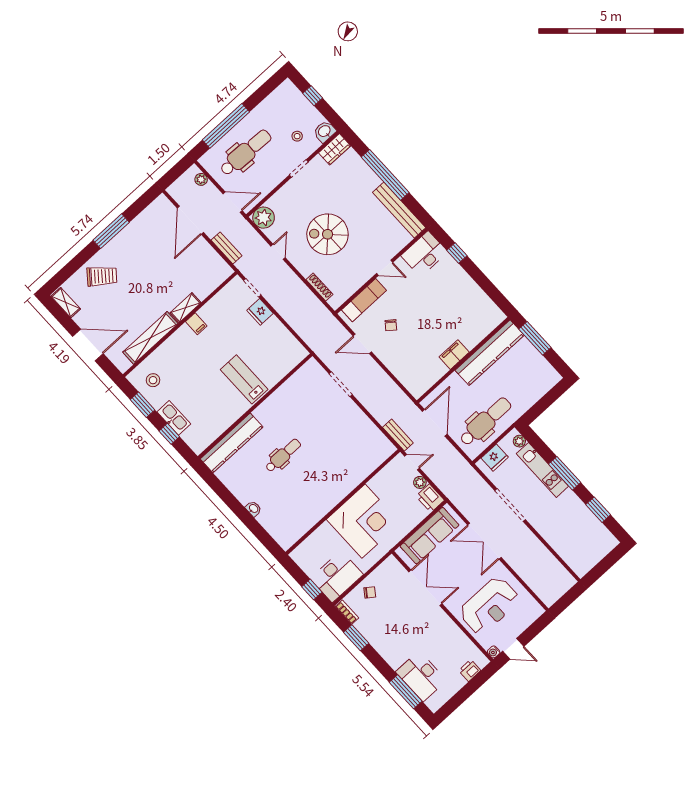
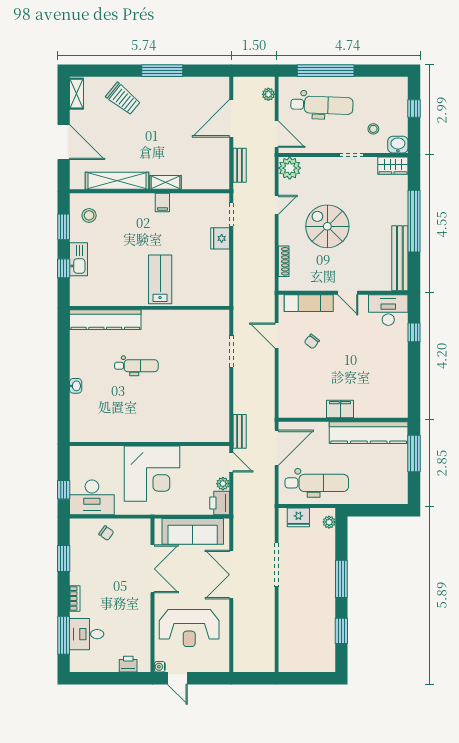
kitchen unit: (542, 470) -> (327, 561), removed
bookcase: (347, 612) -> (75, 598), moved
desk: (421, 676) -> (87, 634), width x0.73

